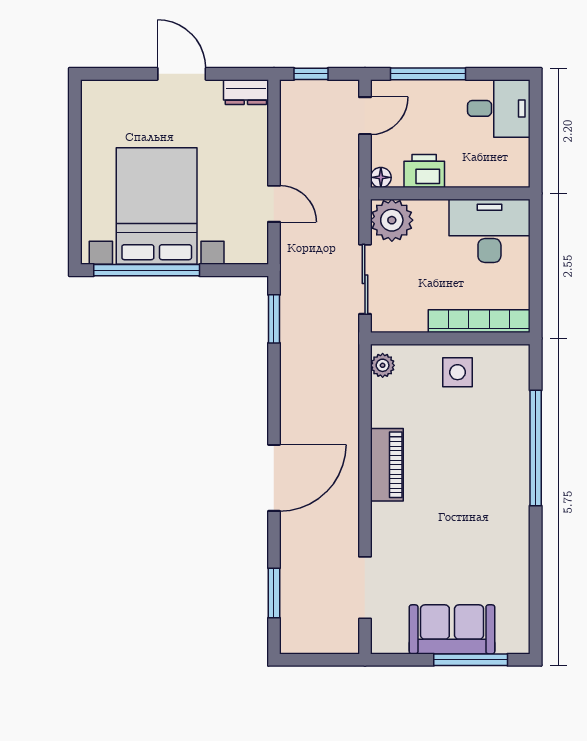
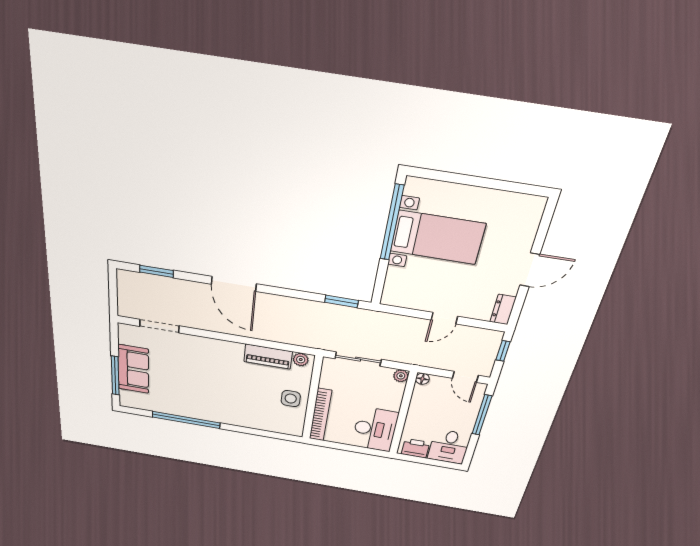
printer: (424, 171) -> (416, 448), moved, turned -90
door: (274, 204) -> (444, 318), moved
bed with nightstands: (157, 206) -> (437, 237), width x0.73
plant: (392, 220) -> (401, 376), width x0.53, depth x0.53
window: (536, 448) -> (186, 420), moved
piano: (387, 465) -> (268, 357), moved

